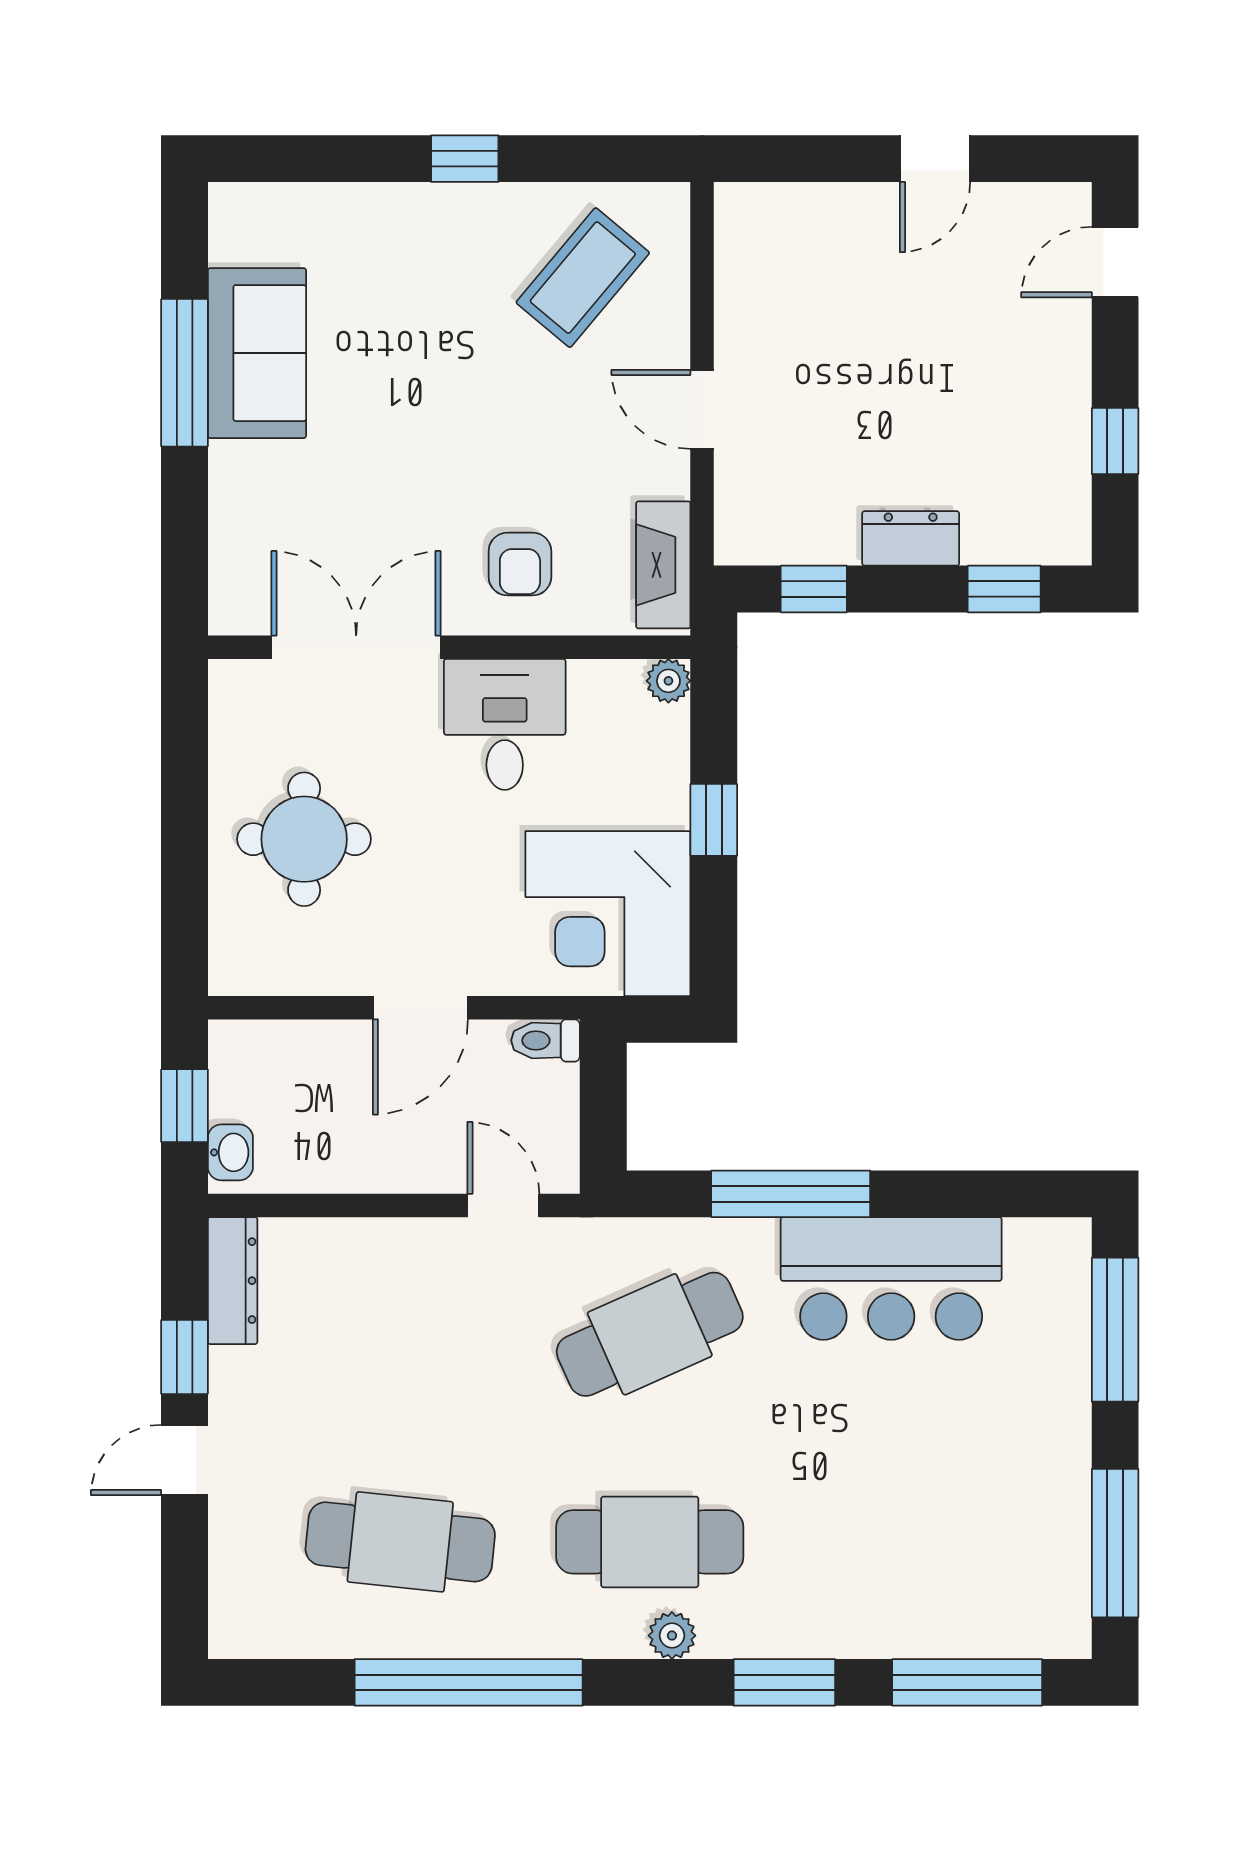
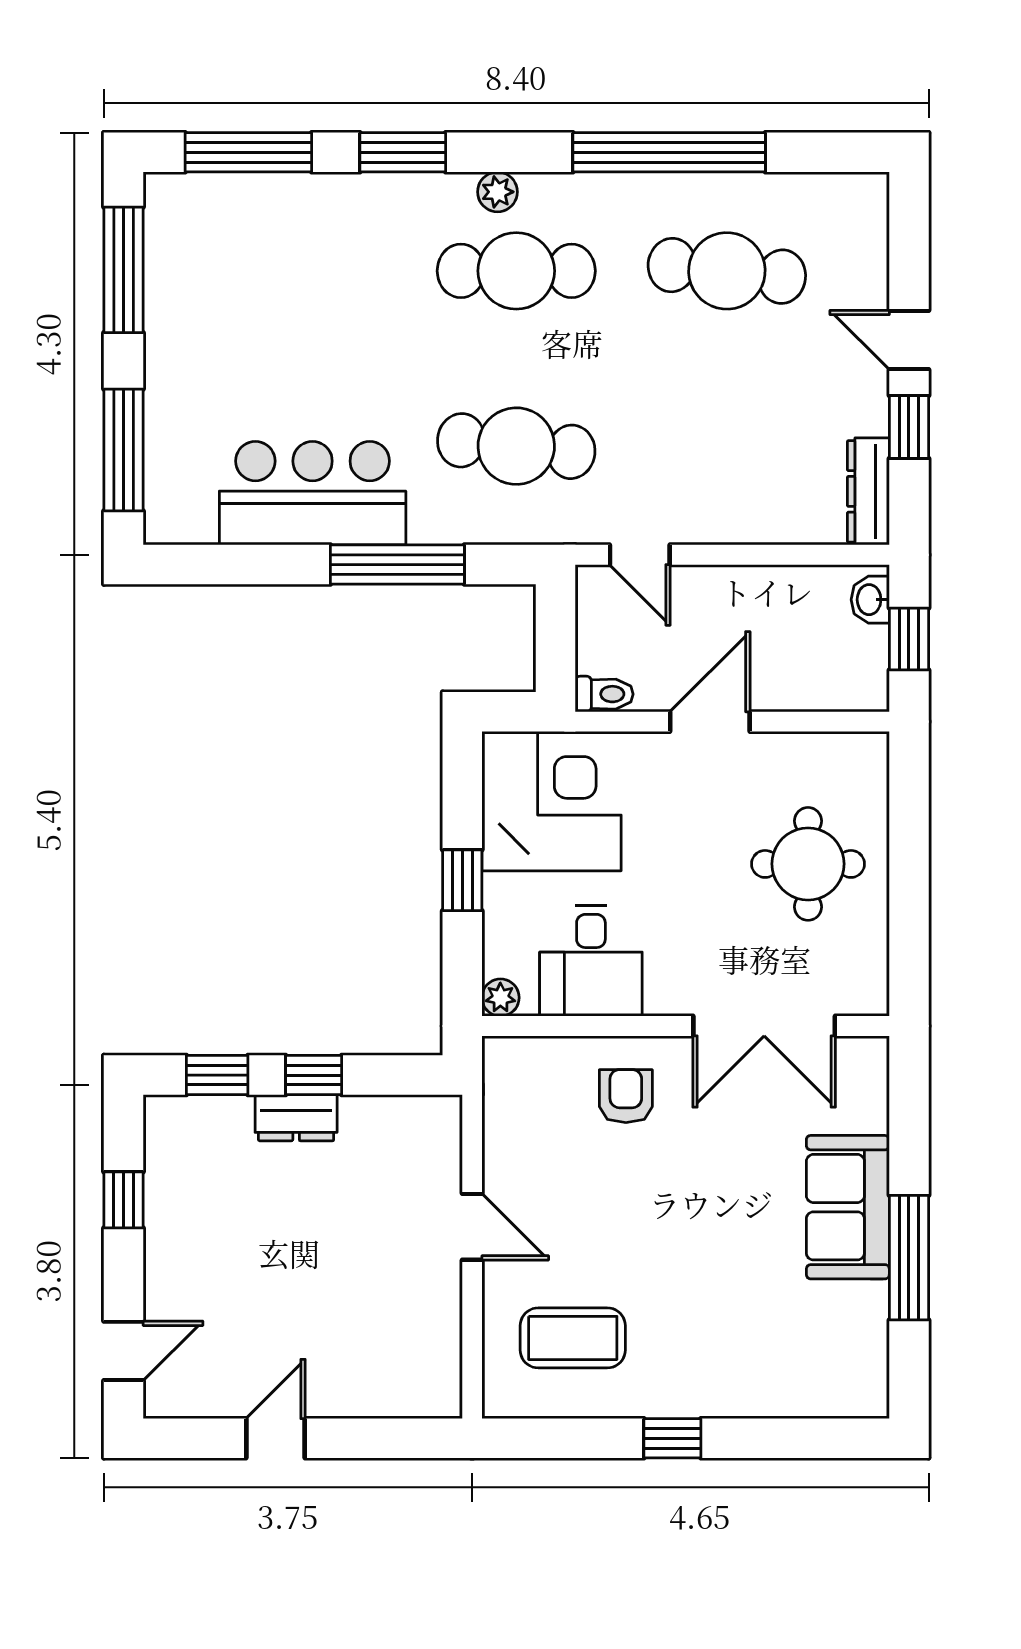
coffee table: (583, 278) -> (573, 1338), turned 50
sofa: (257, 353) -> (848, 1207), moved
fireplace: (663, 565) -> (505, 1095), removed
window: (814, 589) -> (314, 1075), moved
desk: (505, 724) -> (591, 961), moved
cafe table: (650, 1334) -> (516, 446), turned 30
door: (185, 1460) -> (909, 340), swing flipped

